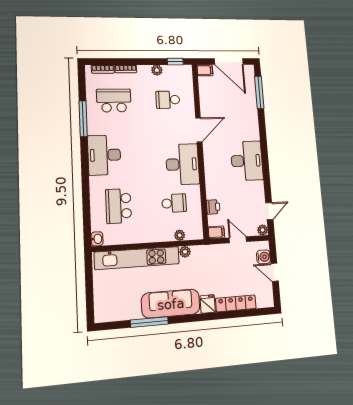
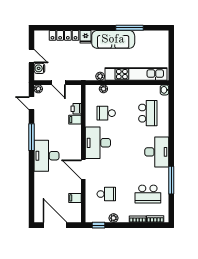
filing cabinet: (205, 70) -> (75, 198), moved
window: (259, 92) -> (32, 137), moved
door: (199, 130) -> (83, 169), hinge flipped
desk: (247, 161) -> (46, 156), moved
door: (269, 211) -> (32, 103), hinge flipped
filing cabinet: (216, 232) -> (75, 120), moved

